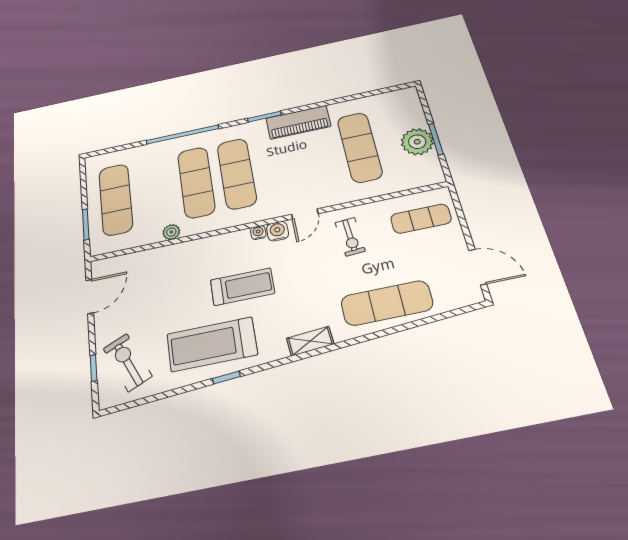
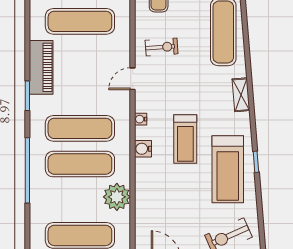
door: (305, 214) -> (133, 79), swing flipped
water cooler: (278, 231) -> (143, 149), moved
plant: (171, 232) -> (117, 197), width x1.87, depth x1.87
treadmill: (242, 287) -> (185, 139), turned 180

